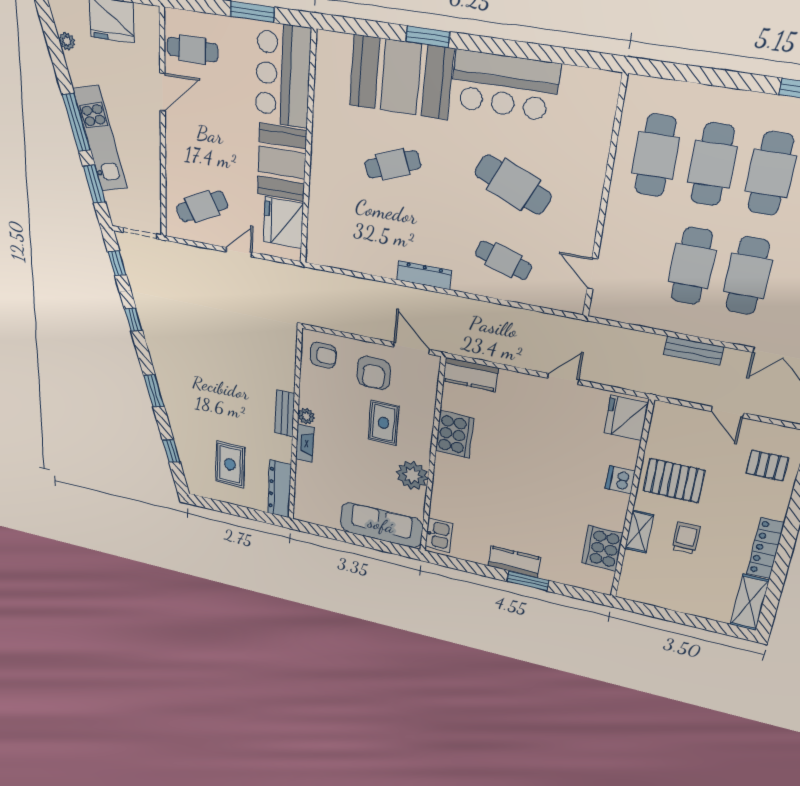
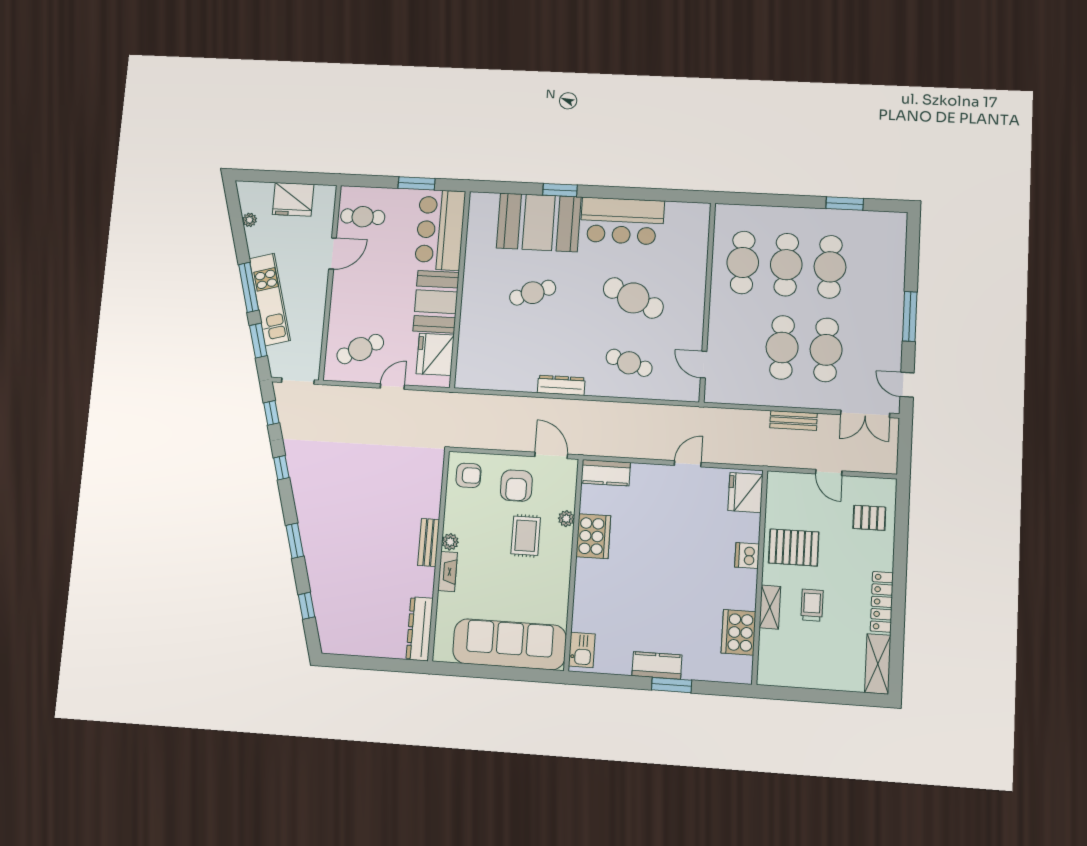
rug: (230, 464) -> (369, 610), removed
plant: (412, 475) -> (566, 519), moved, width x0.53, depth x0.53
sofa: (381, 525) -> (510, 644), width x1.36, depth x1.27

